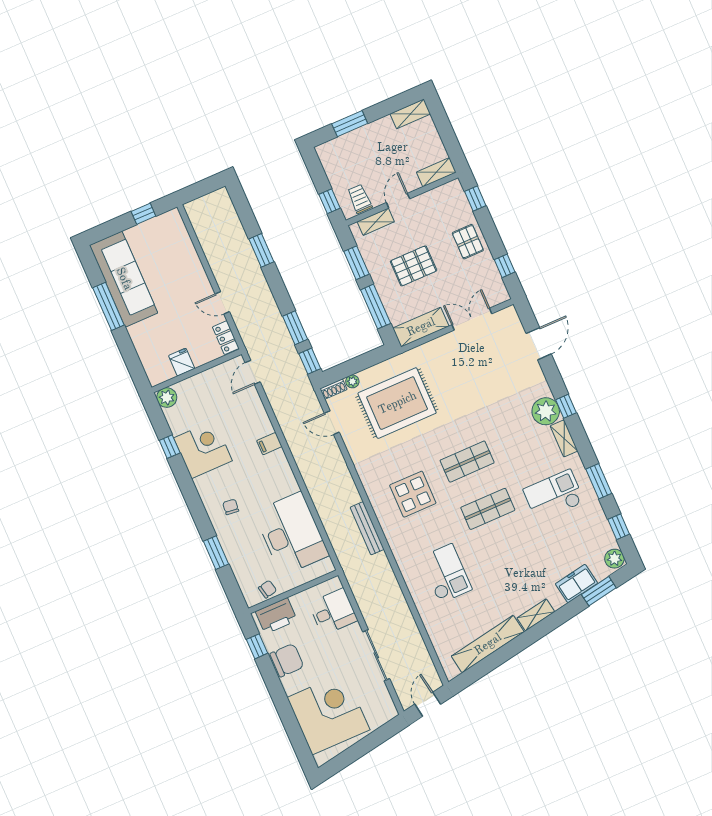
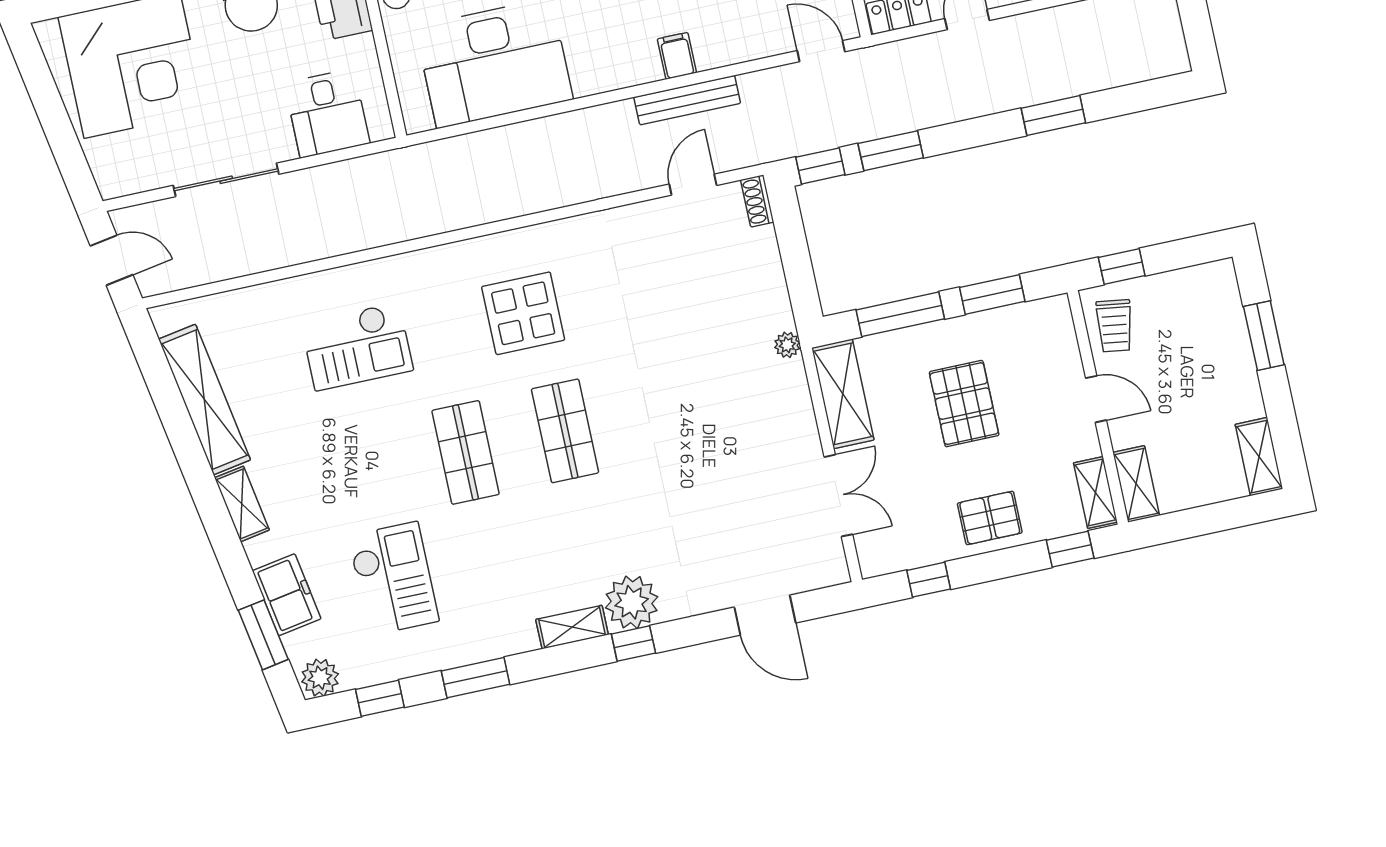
trolley: (360, 199) -> (1114, 326), turned 98
shelving: (376, 222) -> (1095, 492), moved
plant: (352, 381) -> (787, 345), moved
rug: (397, 403) -> (705, 318), removed
checkout: (554, 496) -> (393, 579), moved
bench: (367, 528) -> (687, 100), moved

